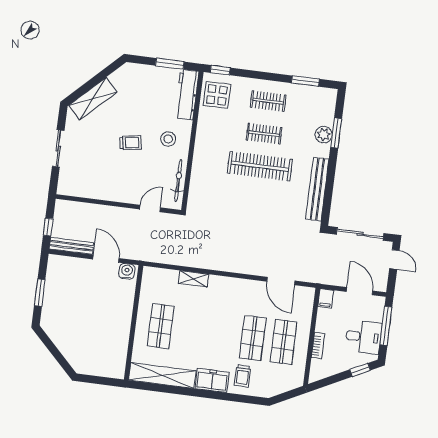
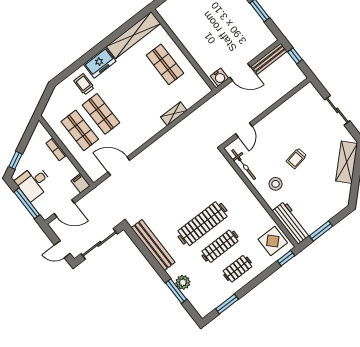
clothes rail: (264, 134) -> (220, 246), width x1.36

